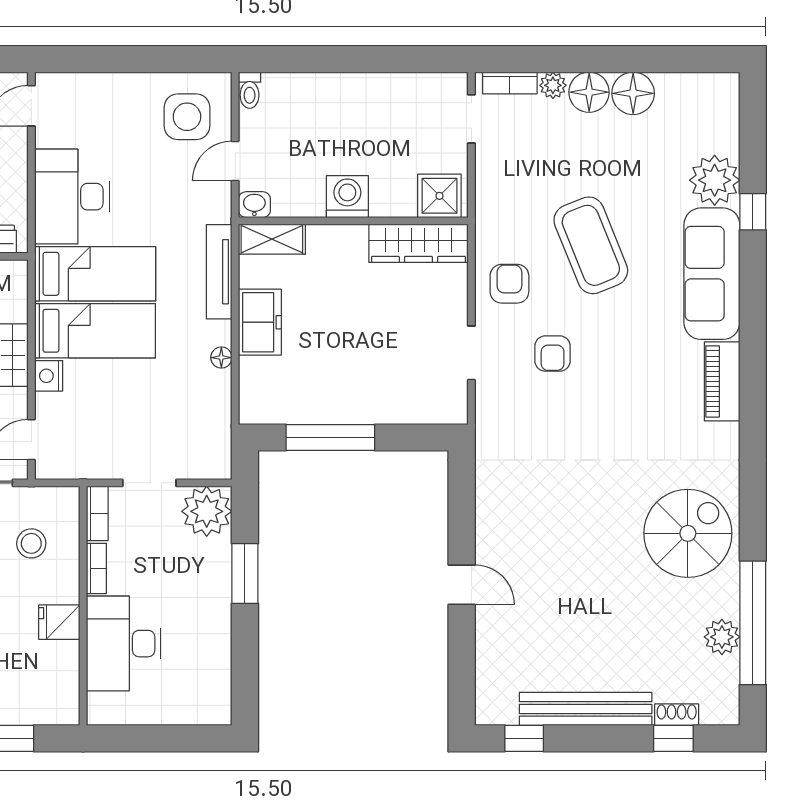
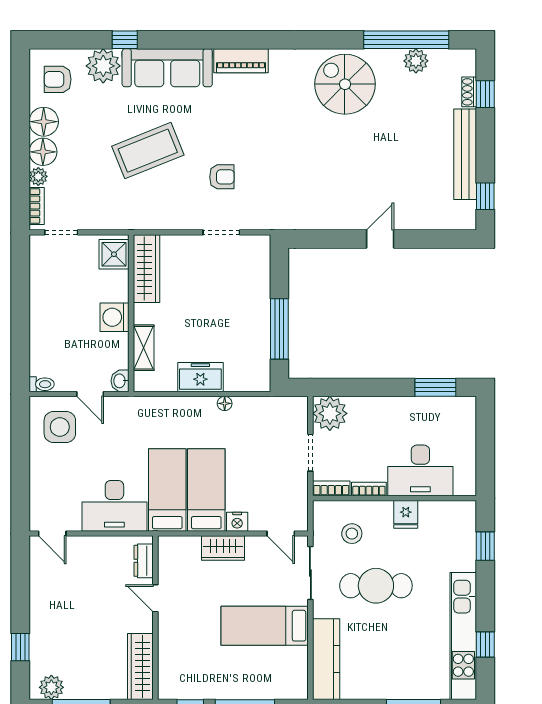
shelving: (272, 239) -> (144, 348), moved
tv unit: (219, 272) -> (166, 405), removed
armchair: (509, 284) -> (58, 79), moved
window: (245, 573) -> (435, 387), moved

